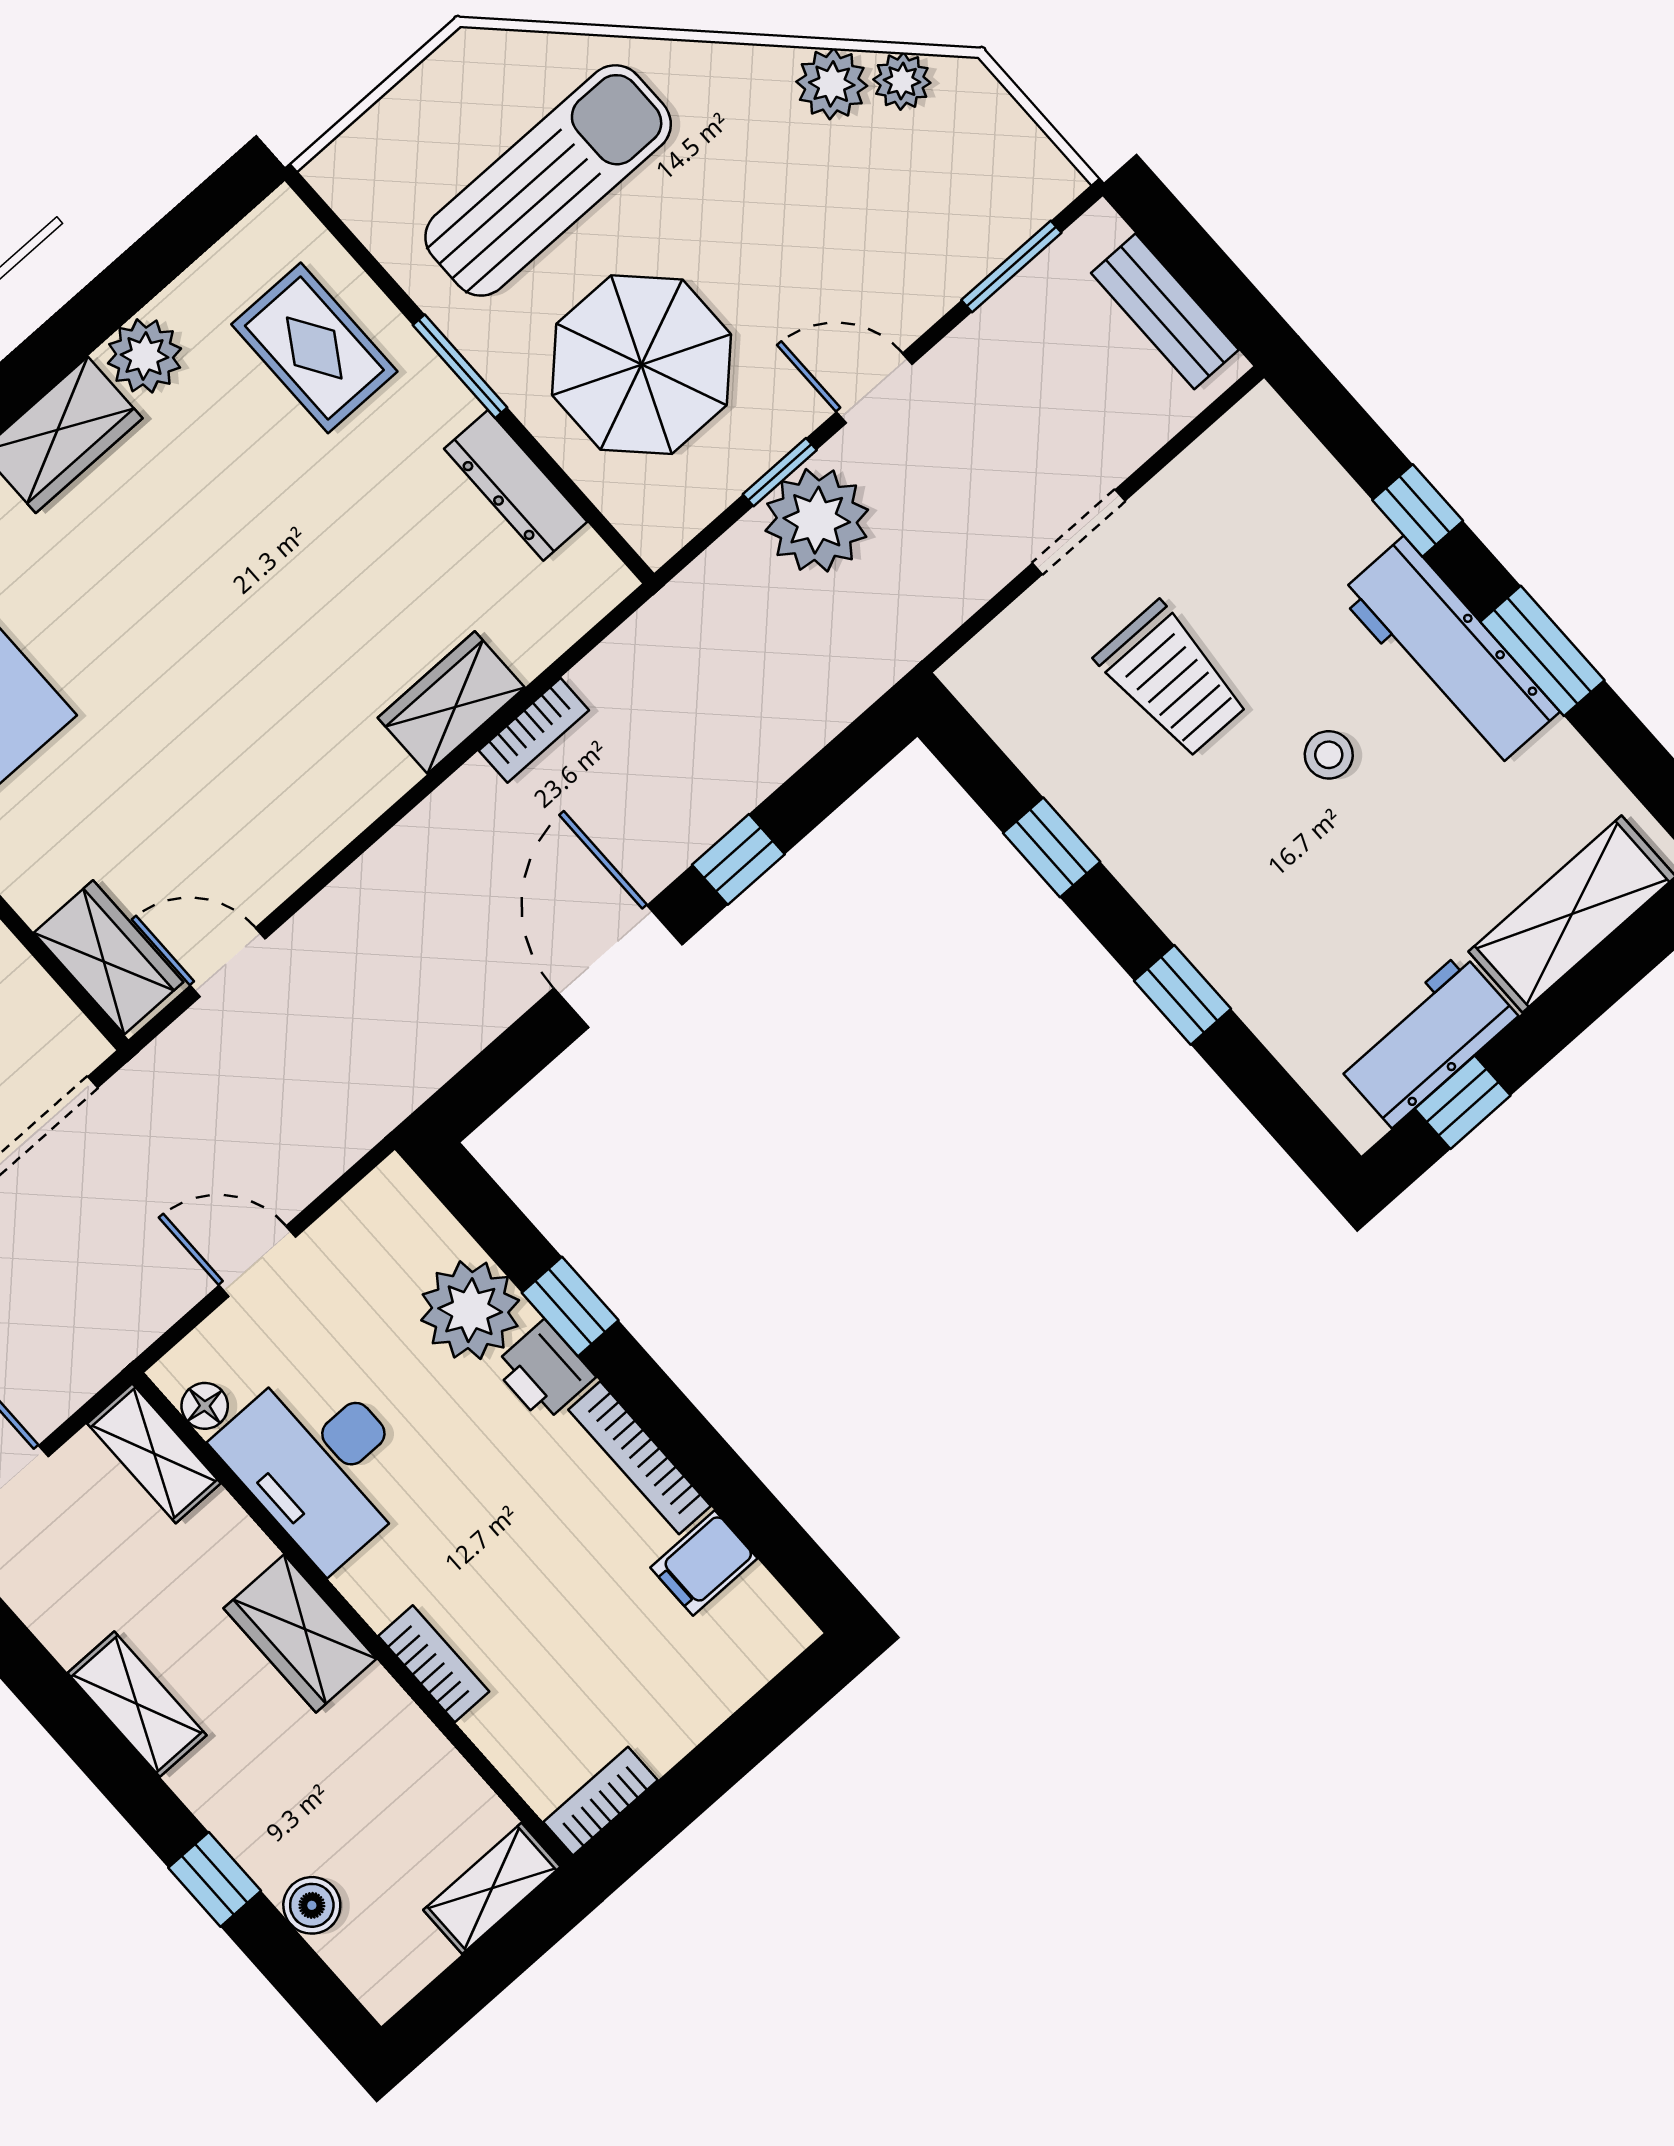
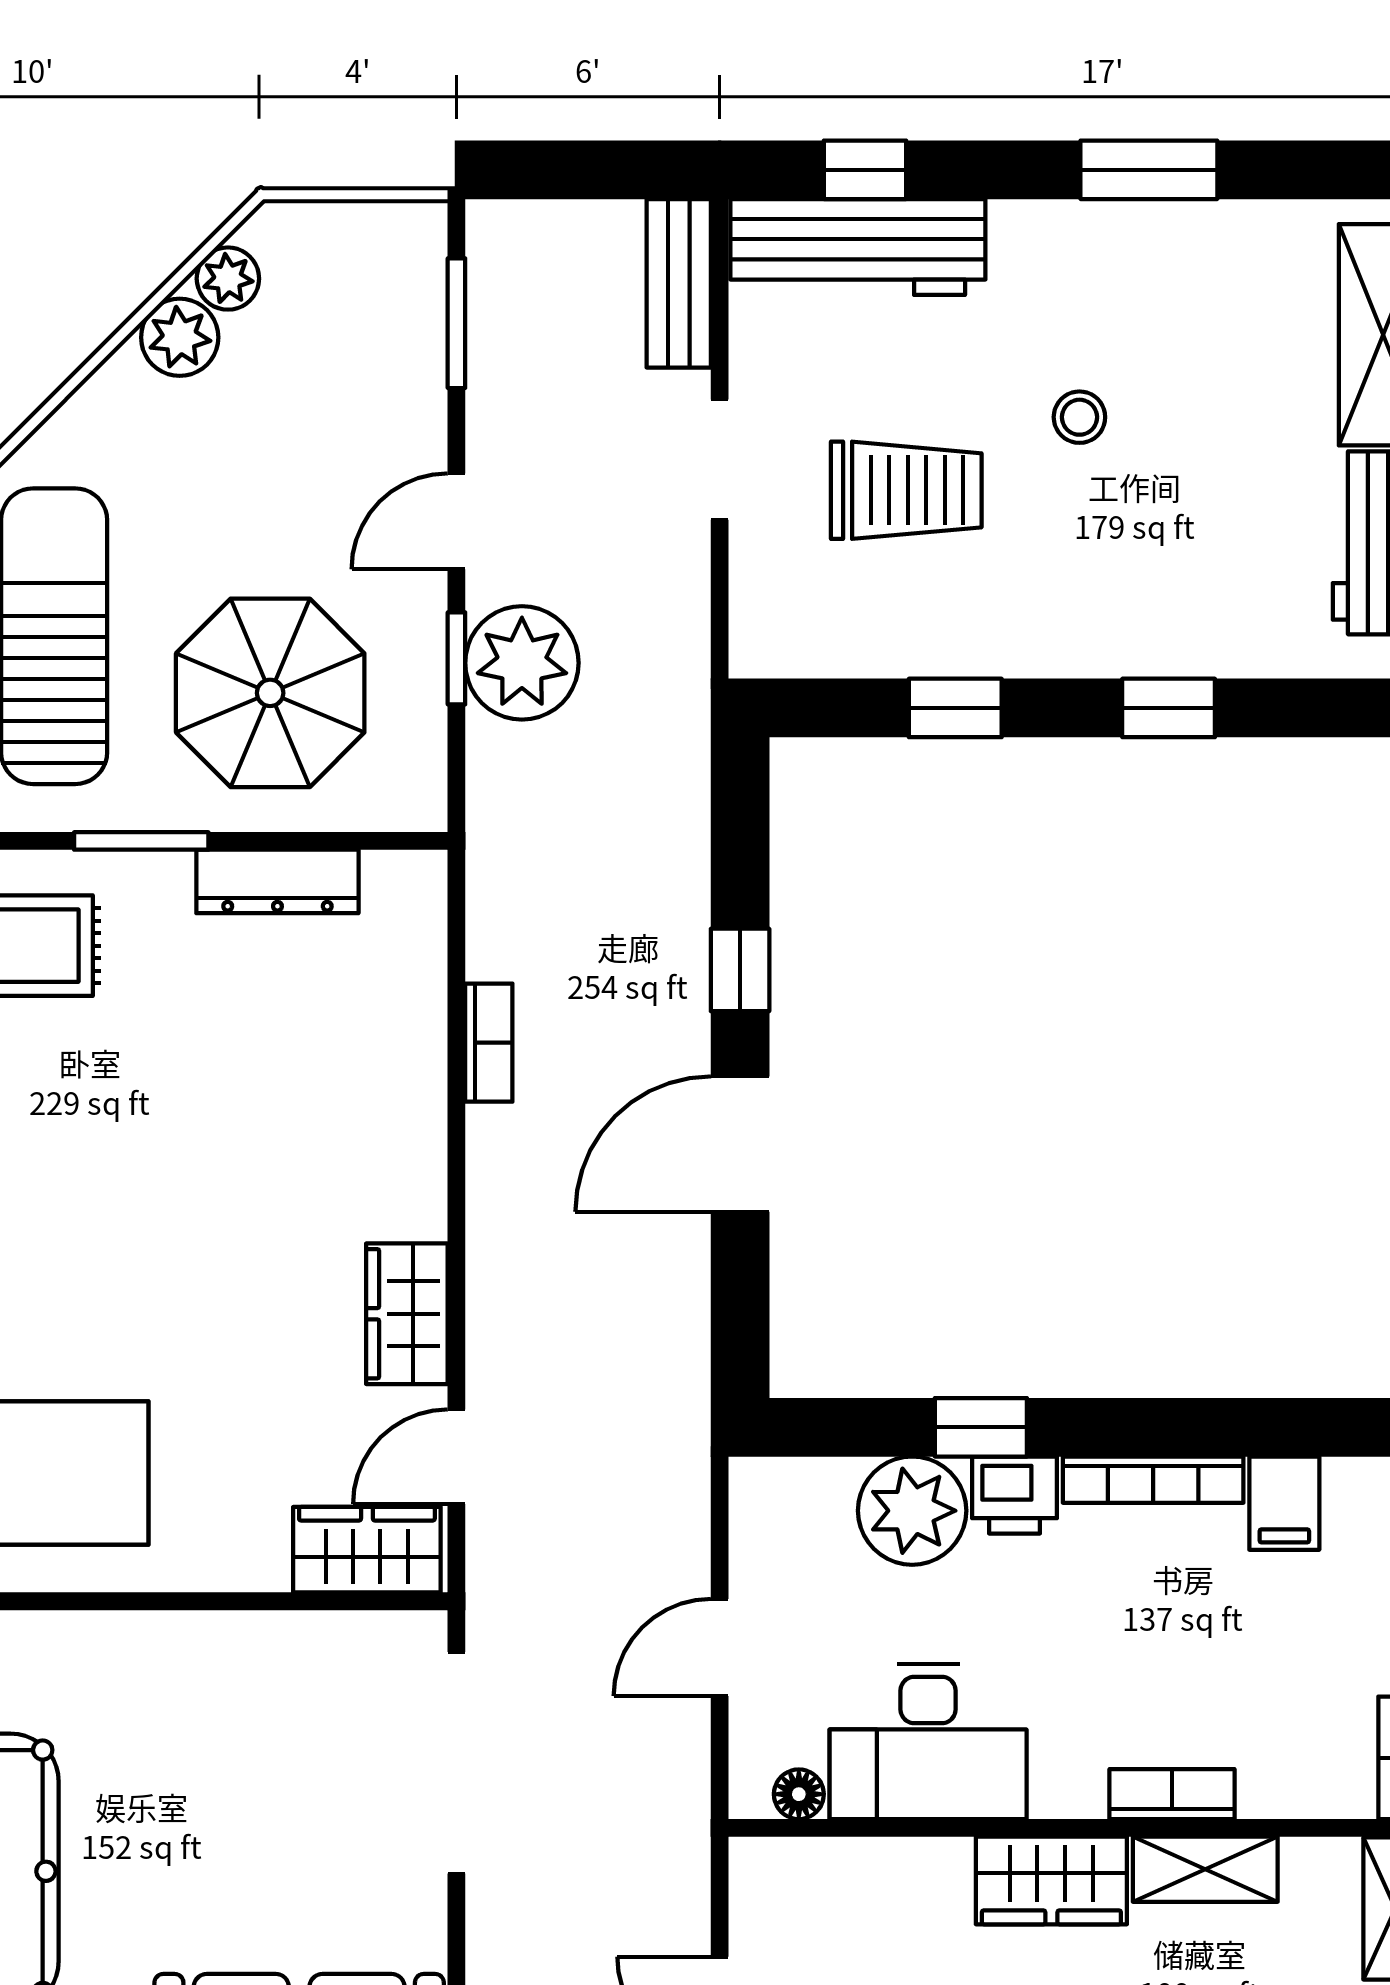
bench: (1165, 311) -> (679, 283), moved, turned 90
window: (1418, 510) -> (865, 170), moved
workbench: (1449, 653) -> (858, 247), moved
wardrobe: (451, 703) -> (407, 1314), moved
door: (618, 966) -> (740, 1144), hinge flipped
shelving: (154, 1453) -> (1205, 1869), moved

